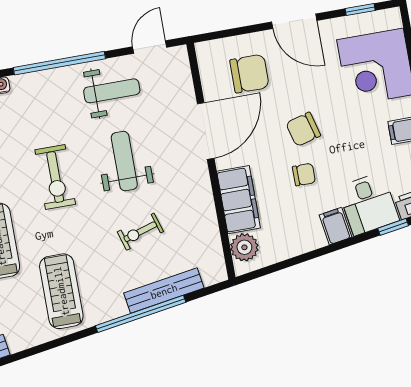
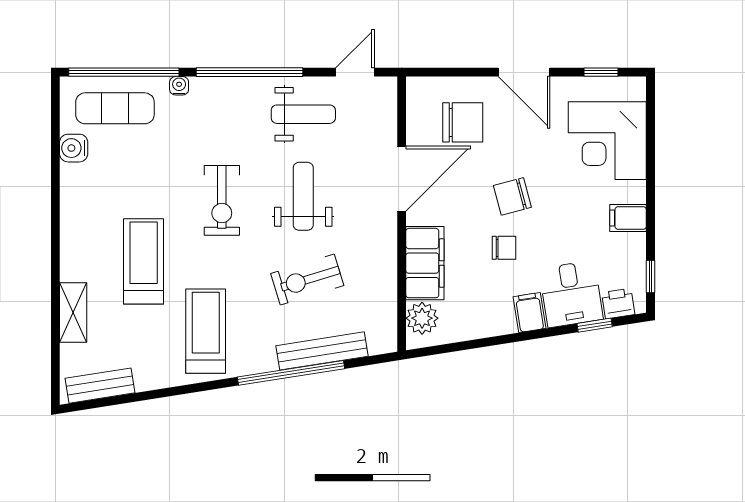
exercise bike: (140, 232) -> (307, 280), width x1.38, depth x1.39

